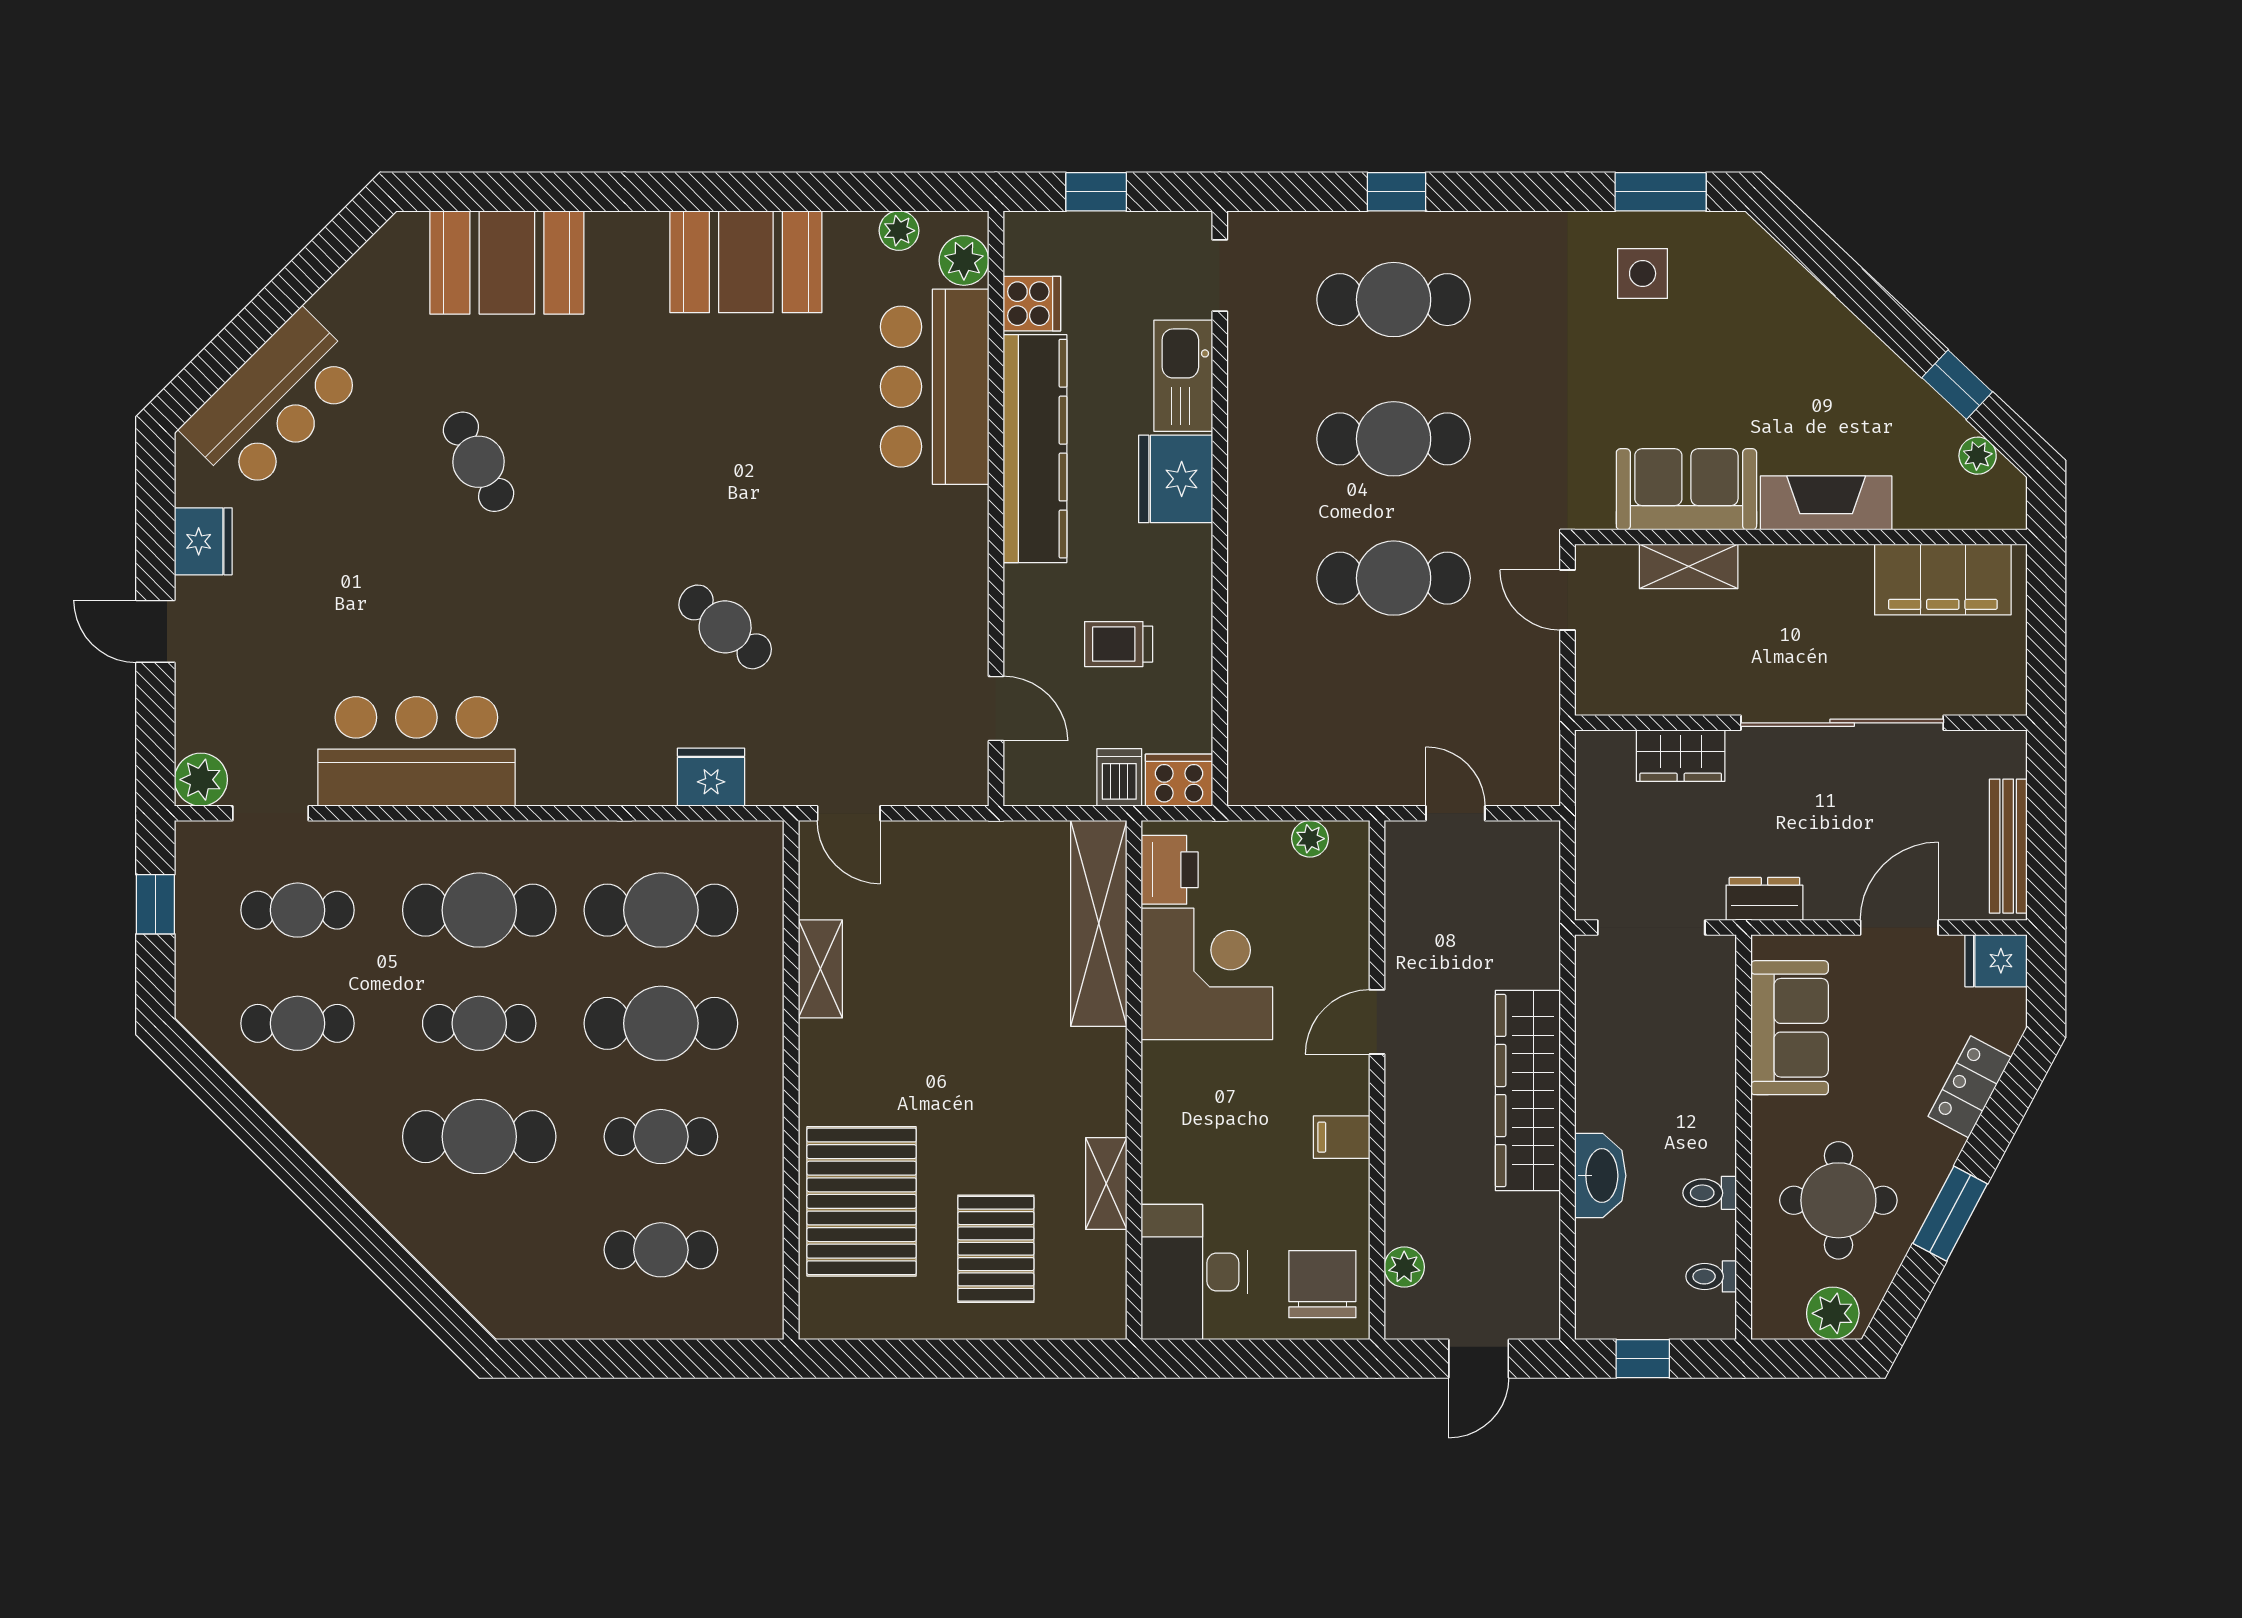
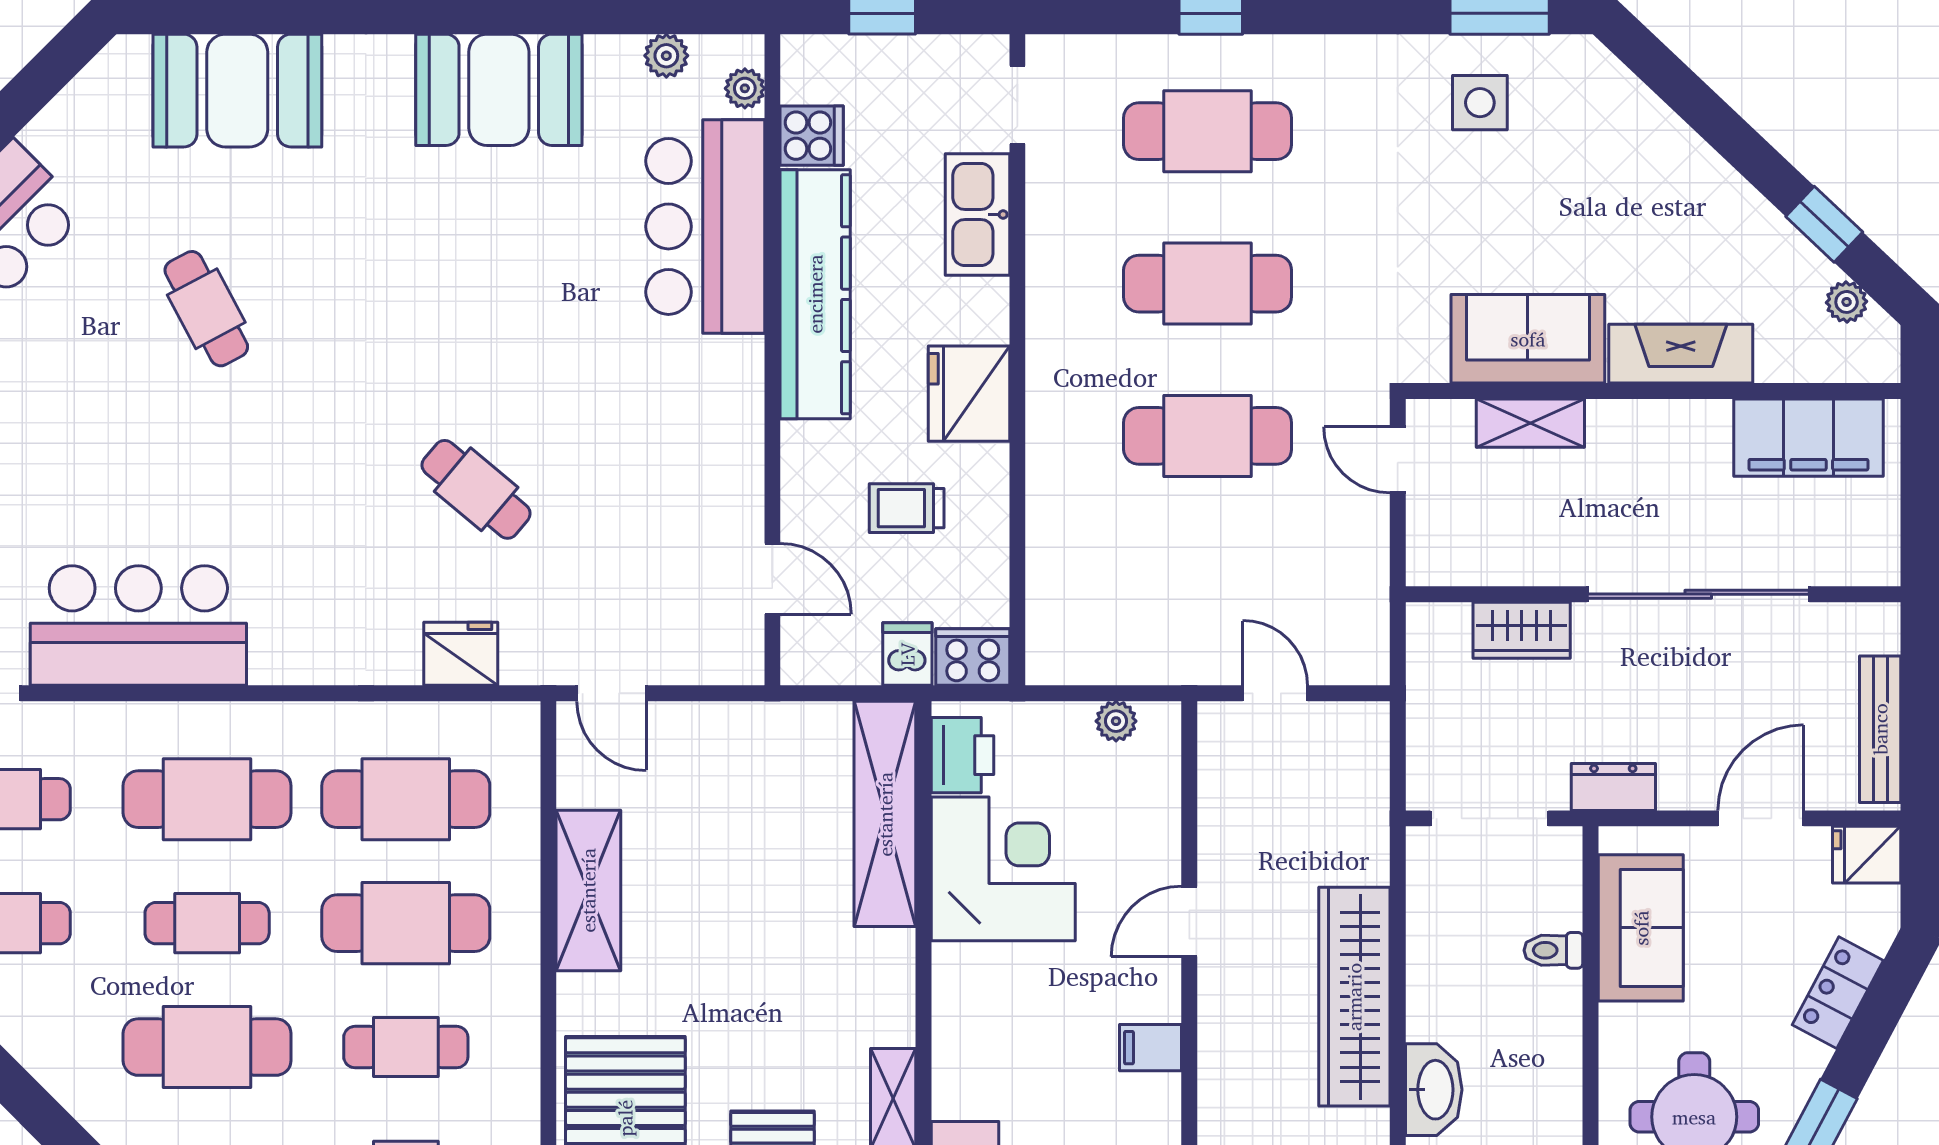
plant: (964, 260) -> (745, 88), width x0.73, depth x0.73
fridge: (1176, 479) -> (969, 394), moved
shelving: (820, 969) -> (588, 890), width x1.50, depth x1.33
toilet: (1710, 1193) -> (1553, 950), moved

